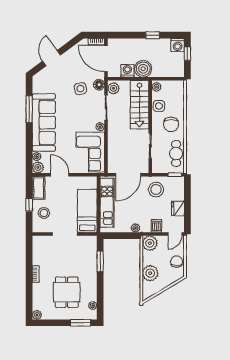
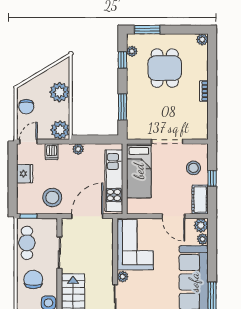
window: (100, 299) -> (123, 60), added

